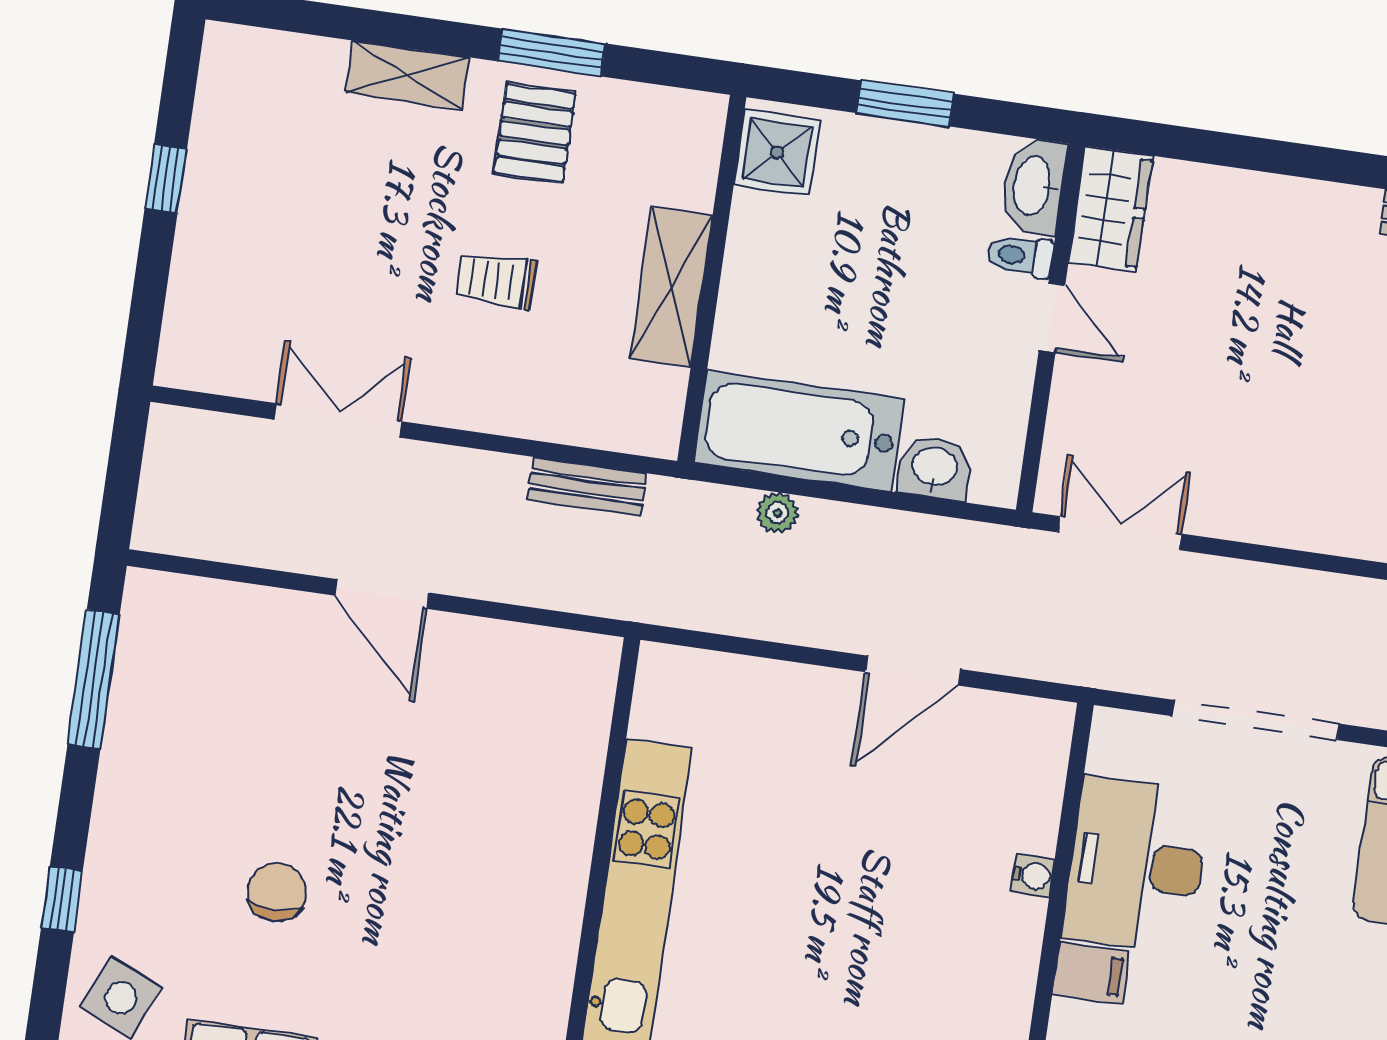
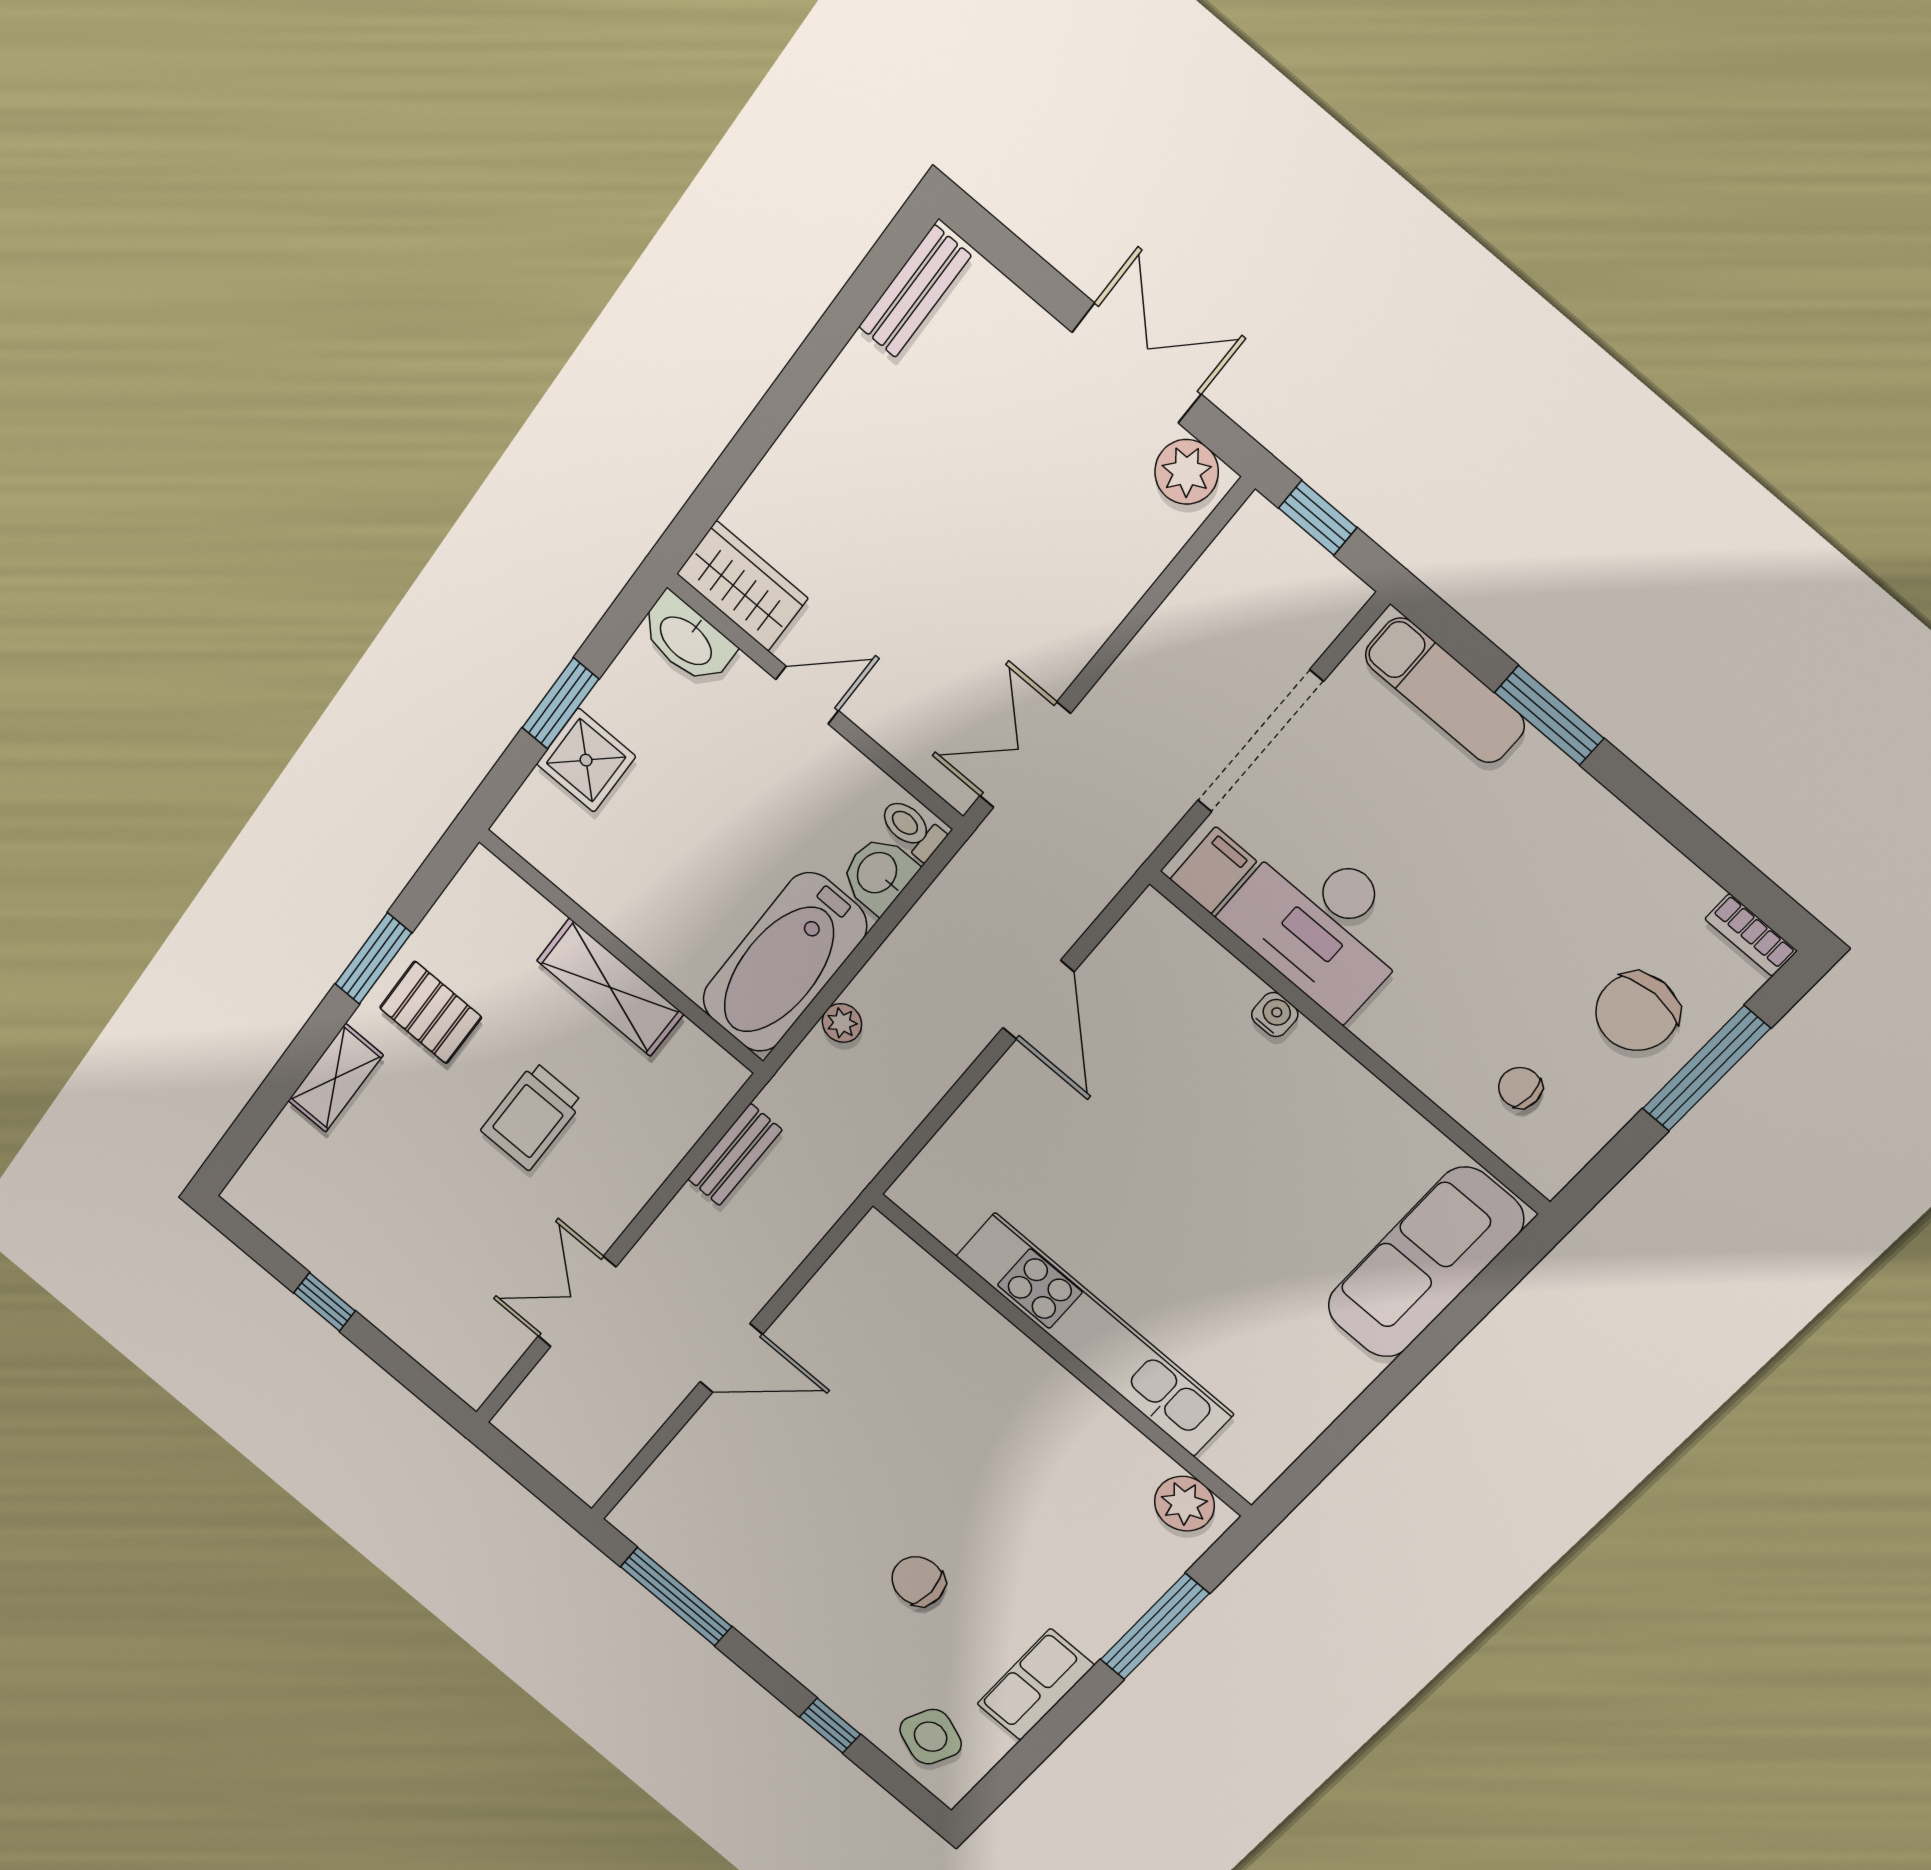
shower: (777, 152) -> (586, 760), moved
toilet: (1020, 256) -> (912, 829), moved, turned 90
trolley: (496, 280) -> (532, 1116), width x1.36, depth x1.39
filing cabinet: (1091, 973) -> (1213, 870), moved

